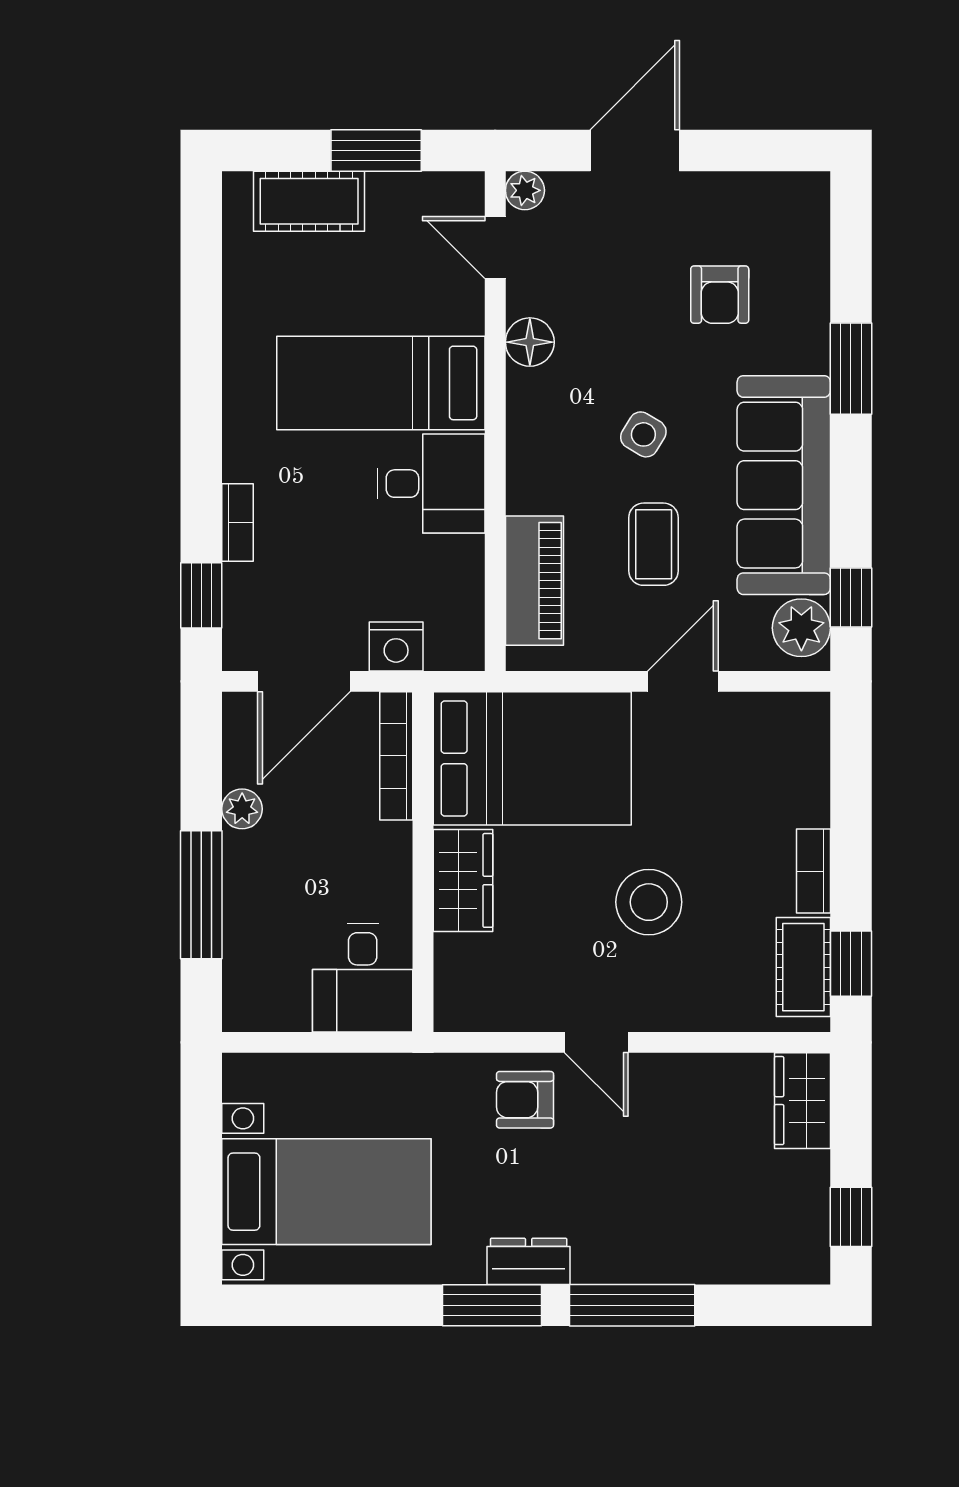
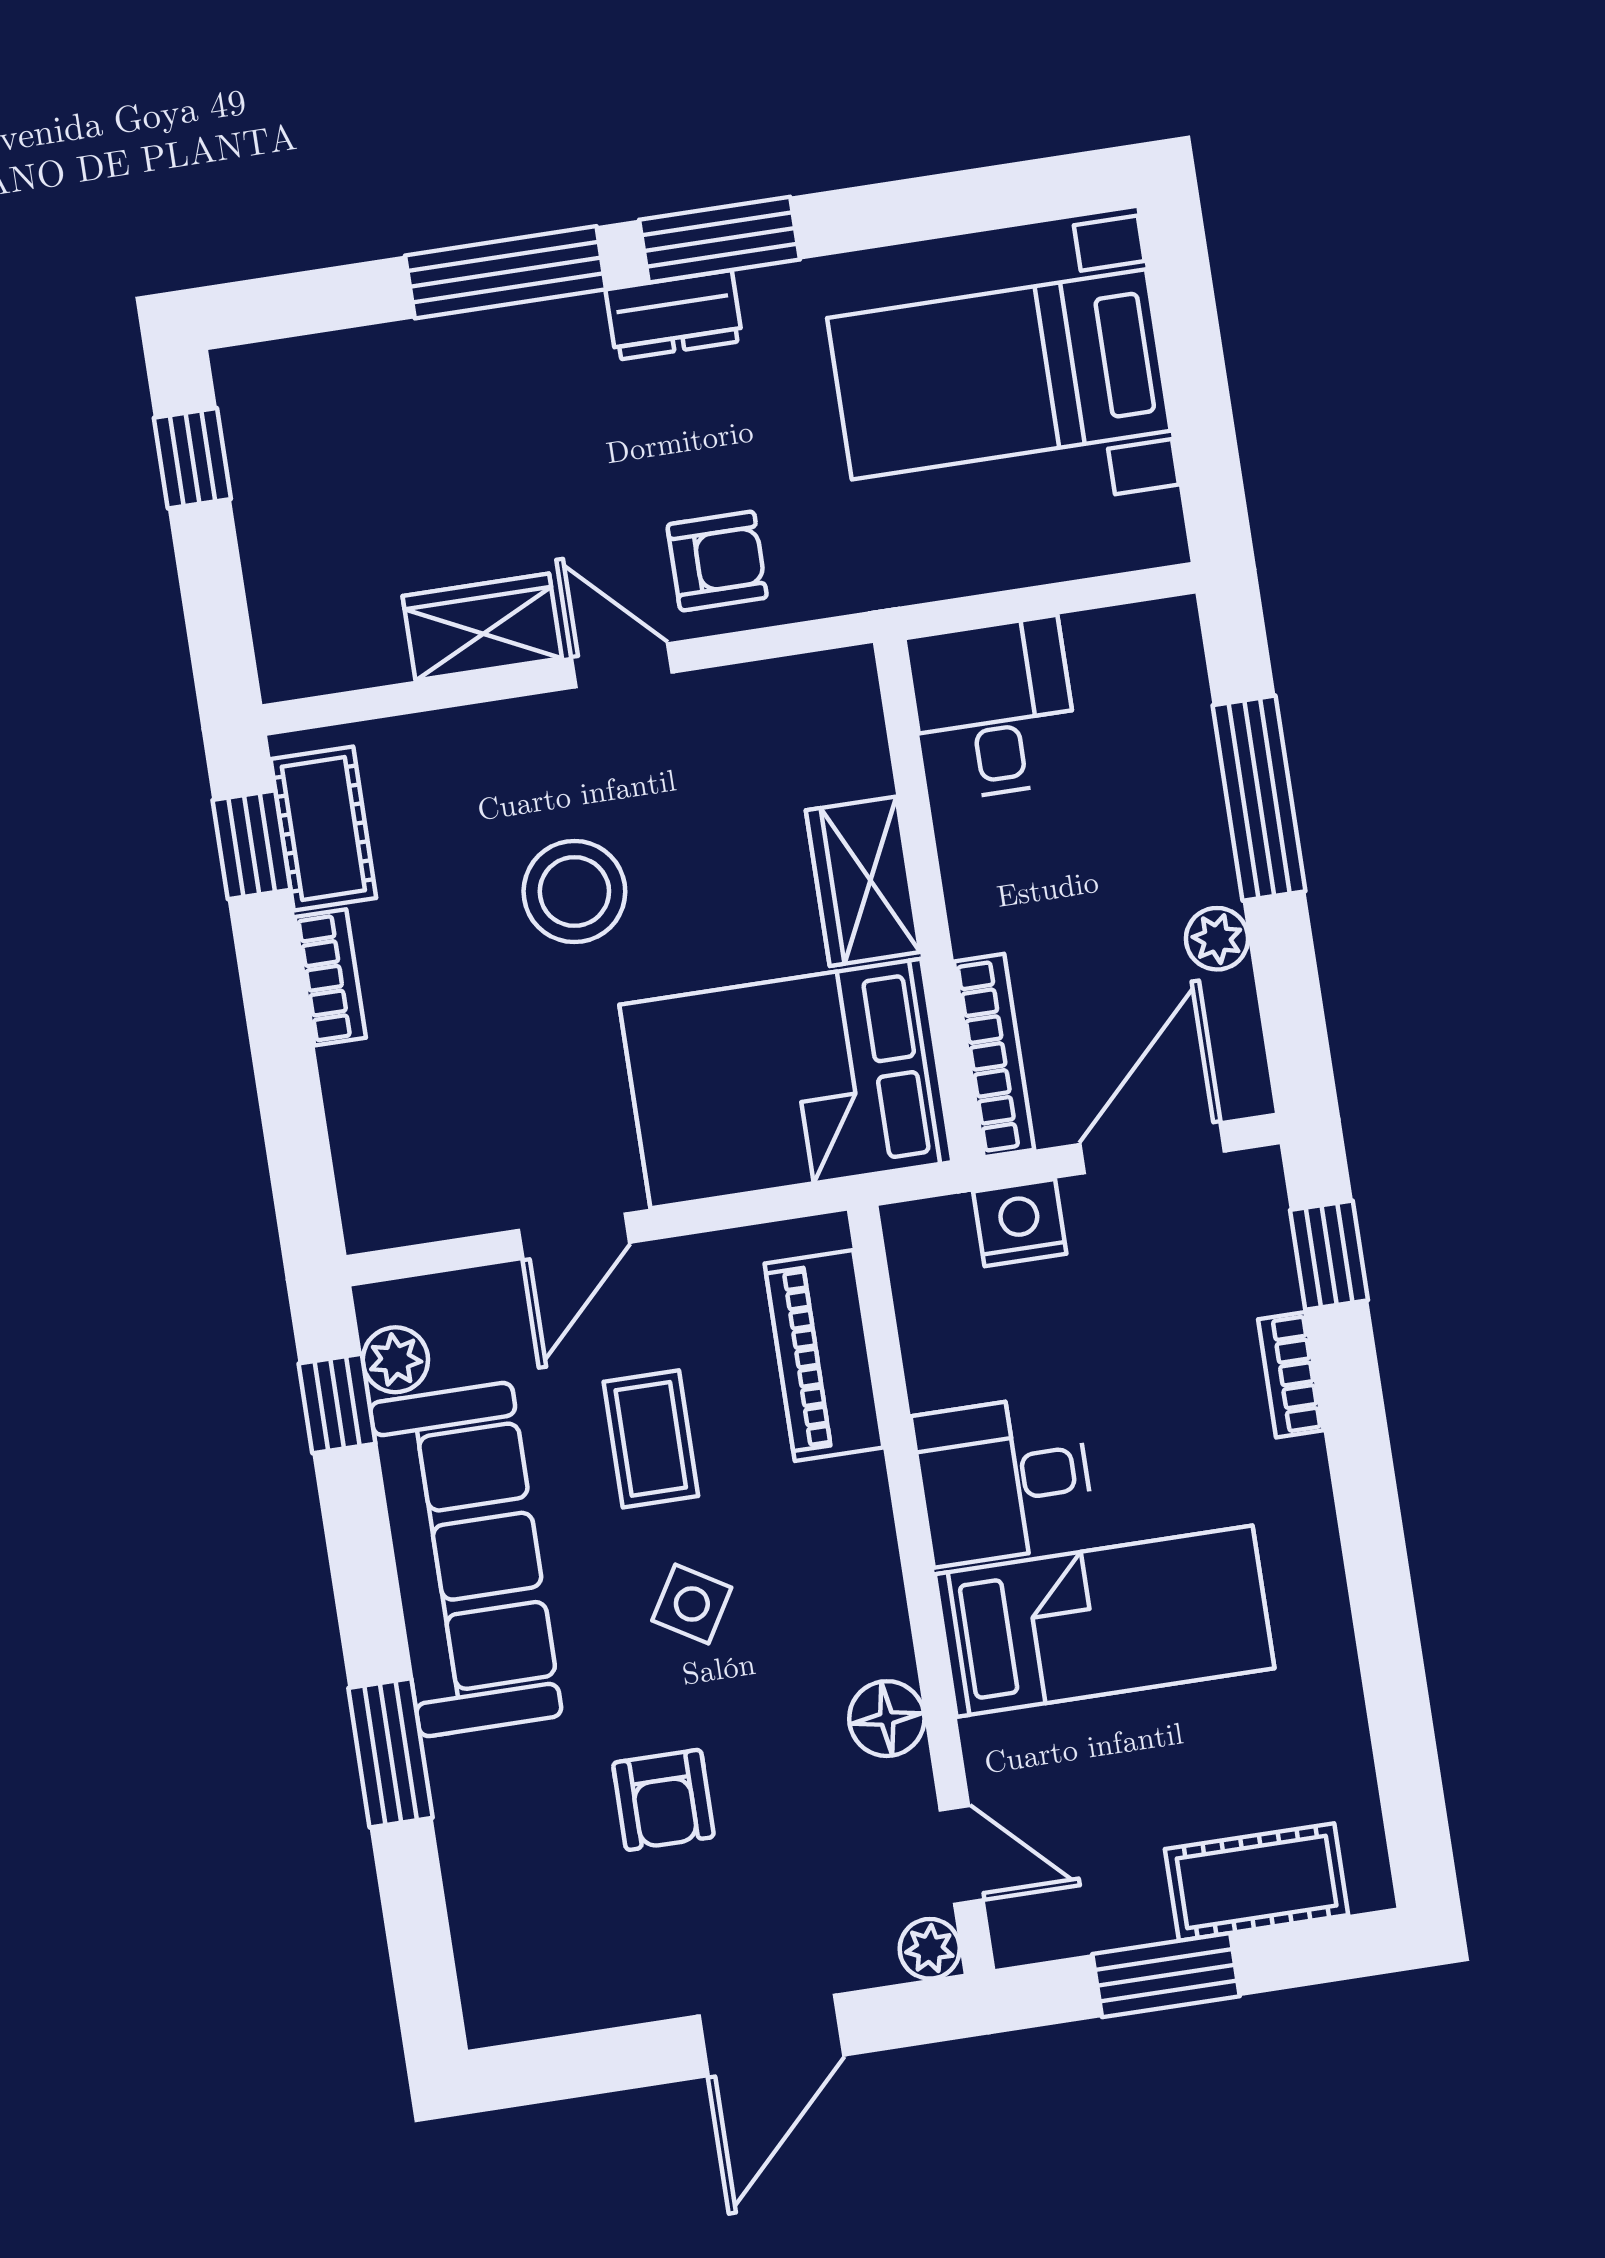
armchair: (720, 295) -> (663, 1800), moved, turned 180
plant: (801, 628) -> (395, 1360), width x0.73, depth x0.73
wardrobe: (803, 1101) -> (482, 627), moved, turned -90

